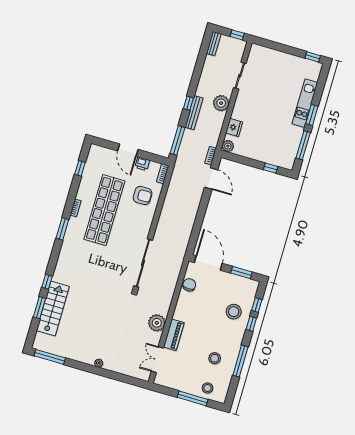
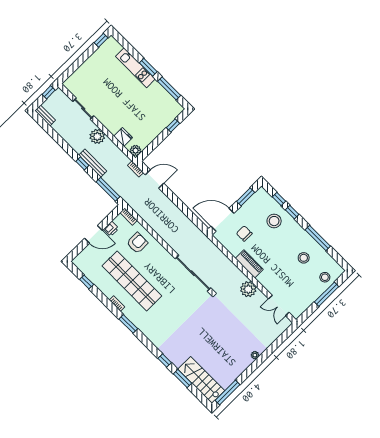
chair: (189, 285) -> (244, 233), moved
stairs: (53, 309) -> (201, 380), moved
piano: (174, 335) -> (249, 264), moved

